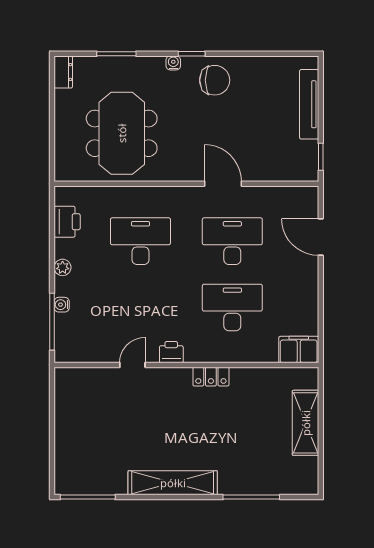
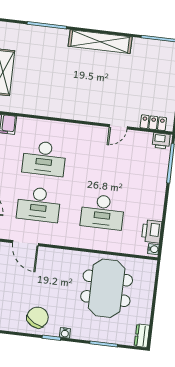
chair: (215, 80) -> (38, 317), turned 118
door: (223, 184) -> (25, 243), moved
plant: (63, 267) -> (159, 200), removed
water cooler: (62, 305) -> (153, 249), moved
printer: (171, 352) -> (161, 141), moved
locker: (211, 377) -> (153, 123), moved

